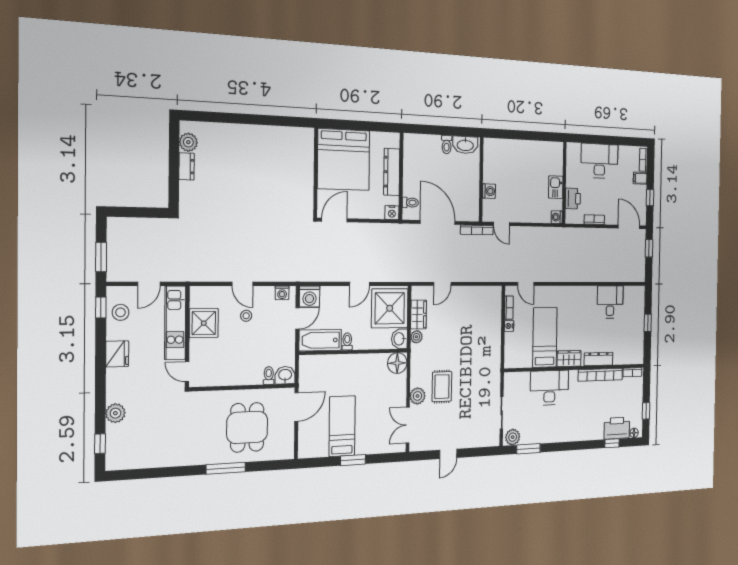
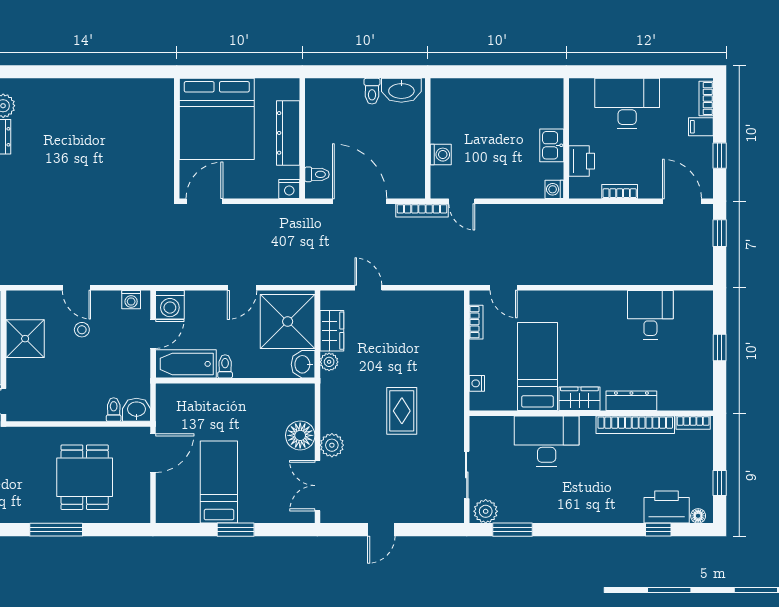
door: (442, 284) -> (368, 288), swing flipped
nightstand: (509, 326) -> (477, 383), moved
floor lamp: (397, 363) -> (300, 435), moved
rug: (442, 387) -> (402, 411), moved

